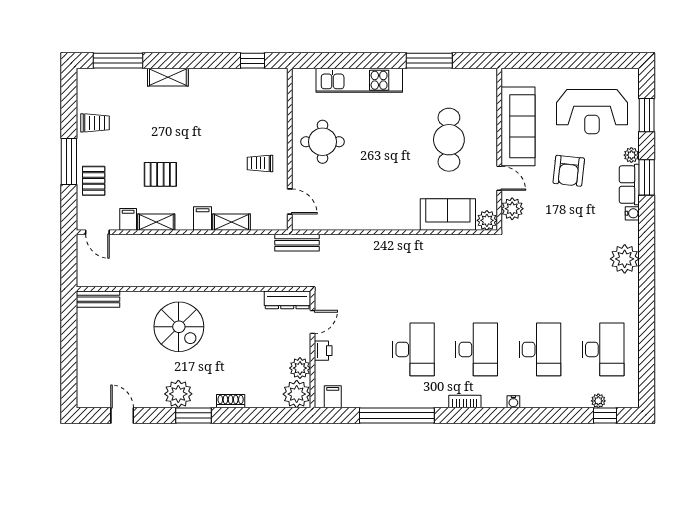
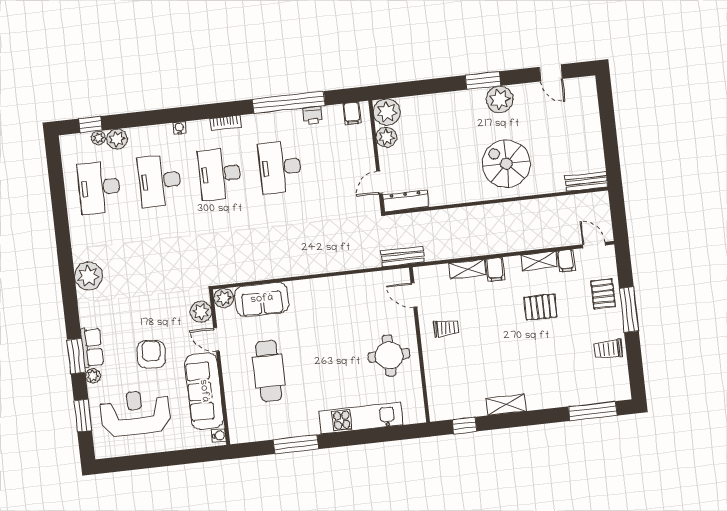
shelving: (168, 77) -> (506, 405), moved
water cooler: (632, 213) -> (219, 436), moved, turned 180
printer: (323, 351) -> (312, 115), moved, turned -90
plant: (579, 397) -> (117, 139), added
shoe rack: (231, 401) -> (449, 98), removed

